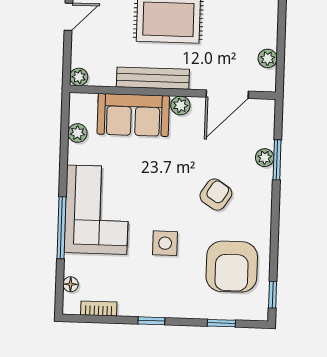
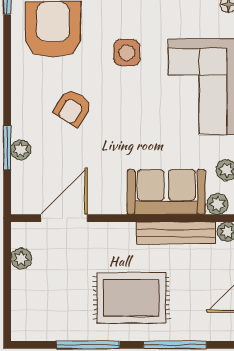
bench: (153, 78) -> (176, 233), moved
plant: (180, 105) -> (218, 204), moved

